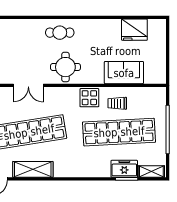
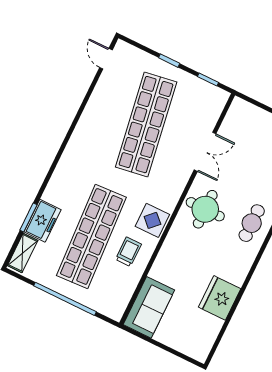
fridge: (134, 30) -> (220, 298), moved
sofa: (124, 73) -> (149, 307), moved
double door: (28, 85) -> (205, 152), swing flipped
shelving: (33, 169) -> (97, 106), removed

